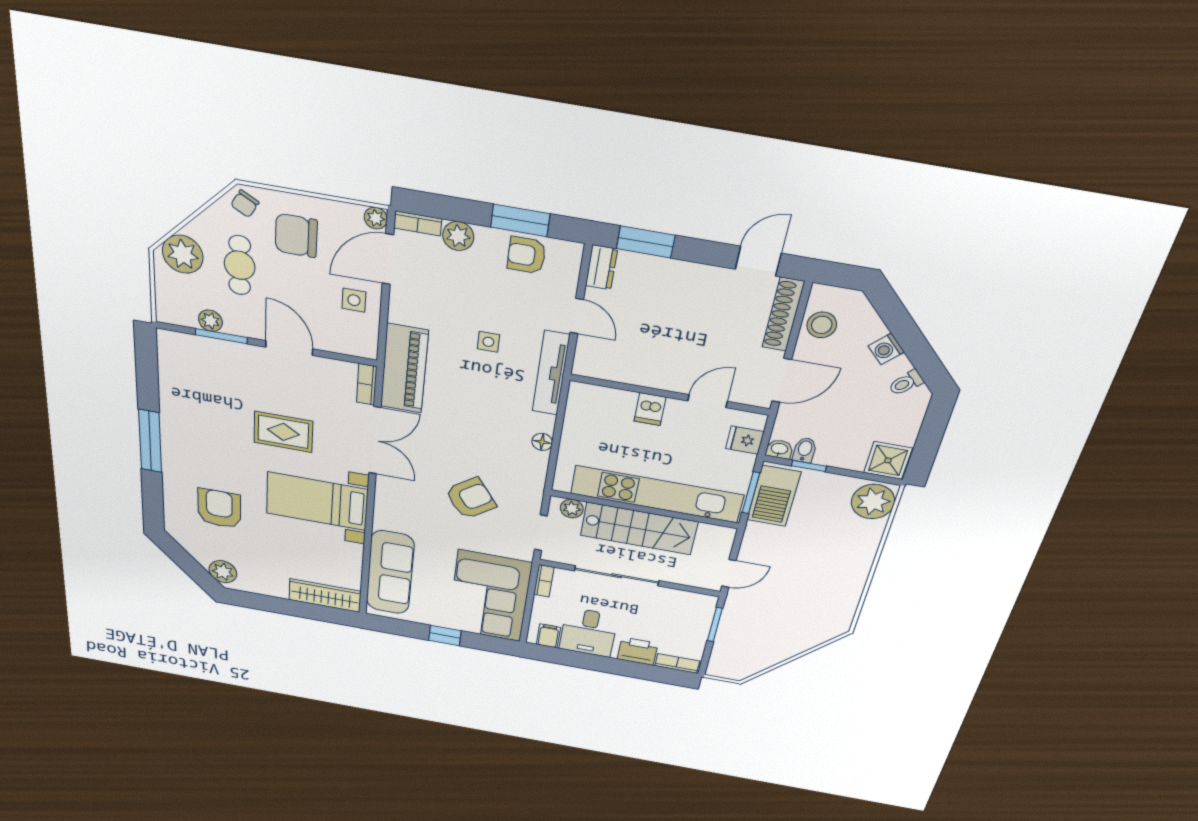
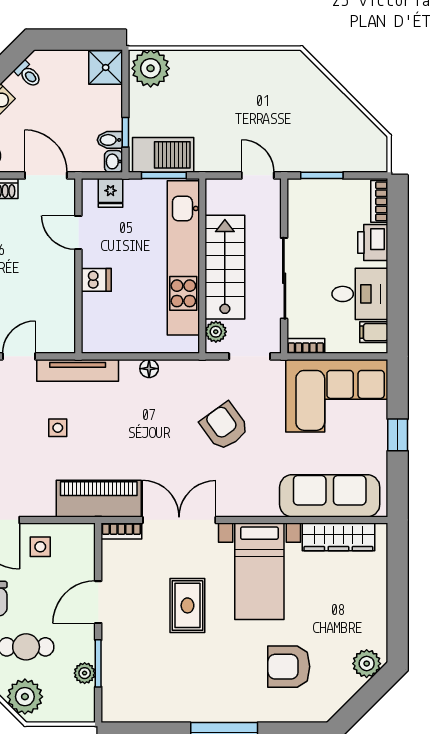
wardrobe: (325, 596) -> (338, 537), moved, turned -90

